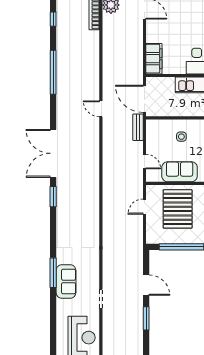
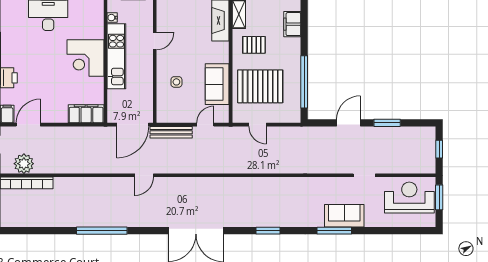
window: (53, 19) -> (40, 231), removed
bench: (138, 127) -> (171, 132), width x1.36
window: (53, 197) -> (268, 231), moved

